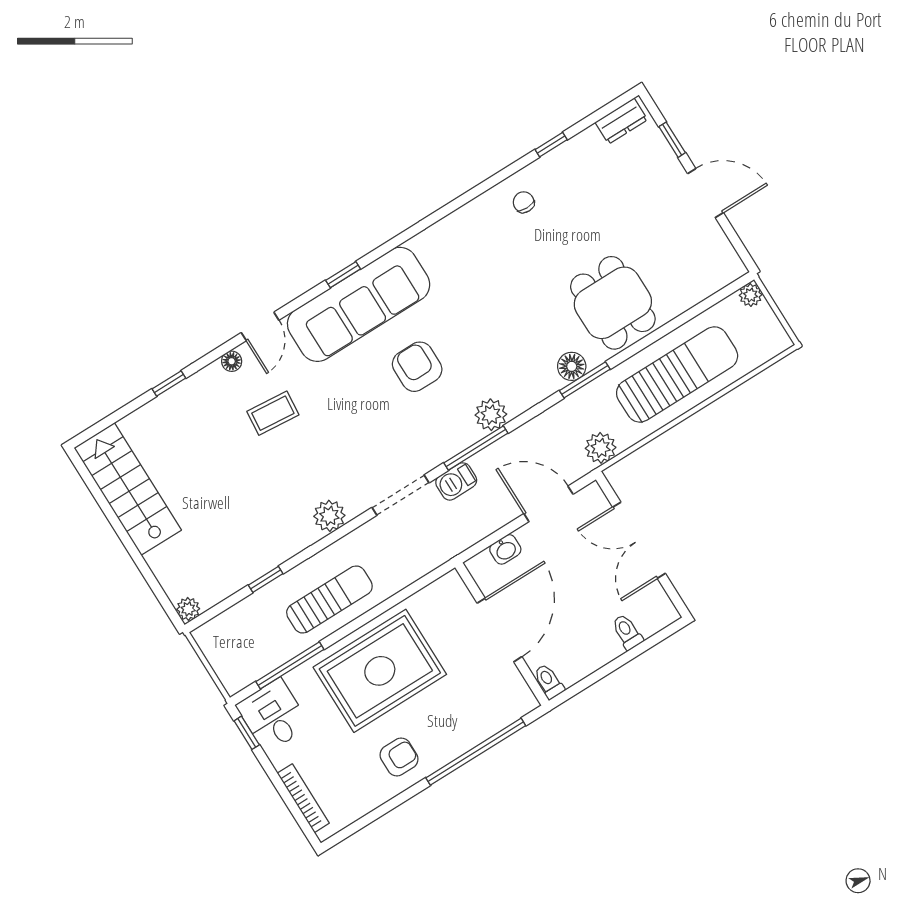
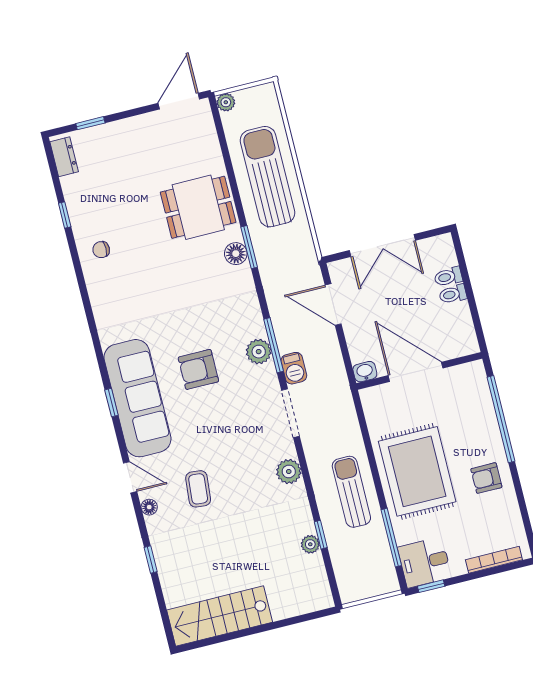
door: (705, 193) -> (179, 101), moved
plant: (491, 415) -> (259, 352), moved
plant: (601, 448) -> (304, 252), removed
door: (548, 504) -> (333, 304), hinge flipped
washbasin: (505, 549) -> (365, 372), moved, turned -90
plant: (188, 609) -> (310, 544), moved
toilet: (549, 681) -> (453, 294), moved
armchair: (399, 757) -> (486, 478), turned -90

